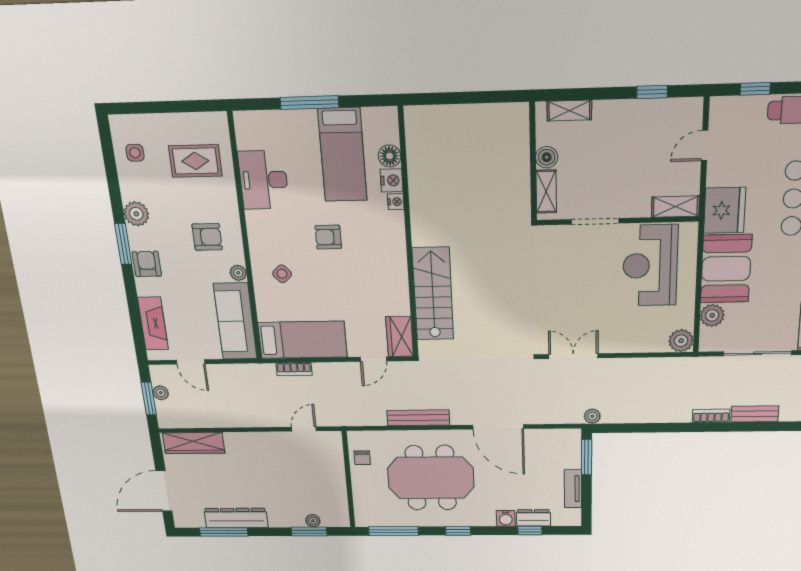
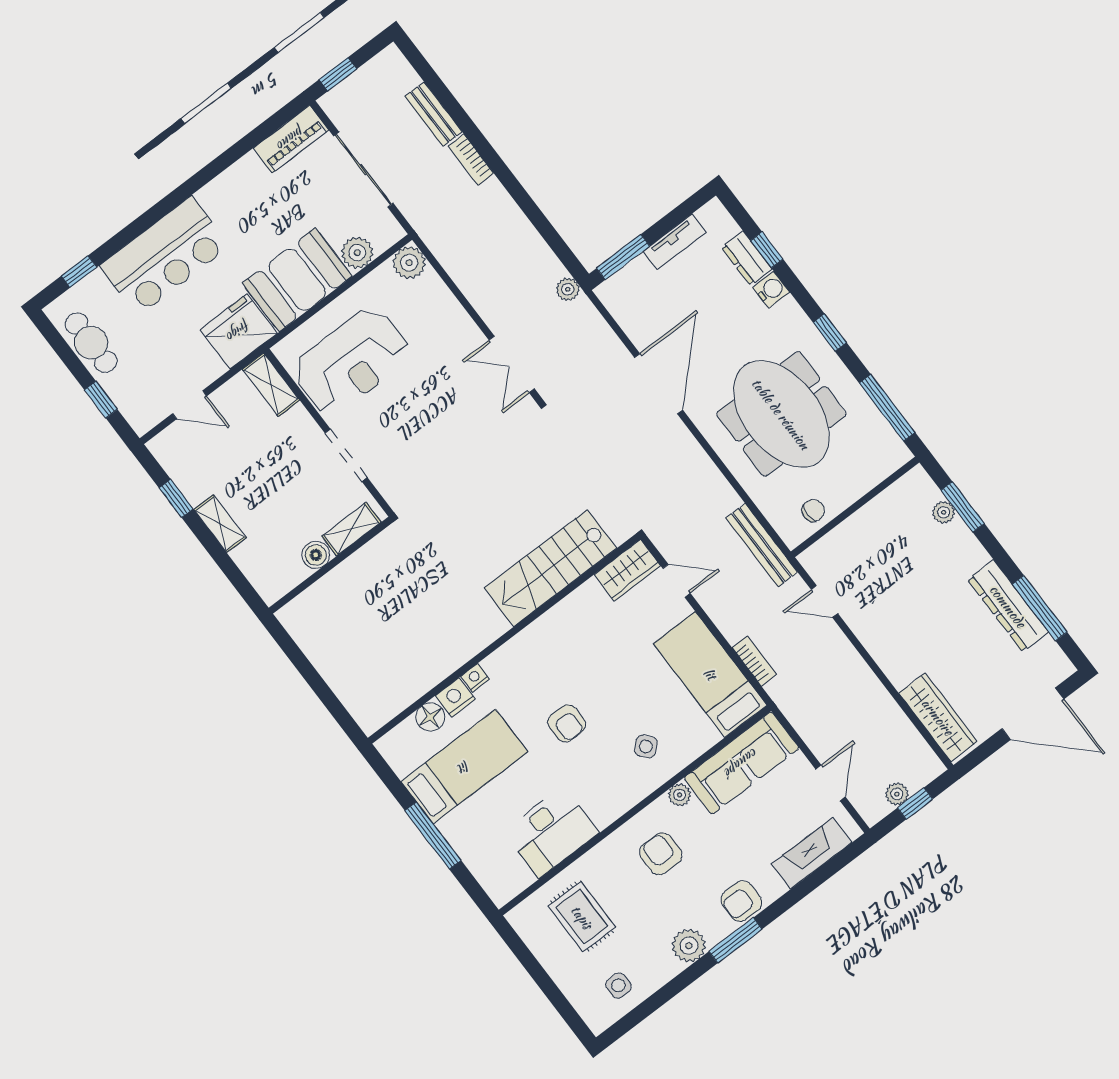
shelving: (569, 111) -> (220, 524), moved
window: (149, 399) -> (915, 803), width x0.67
bench: (418, 418) -> (762, 545), moved

